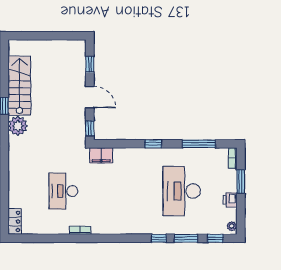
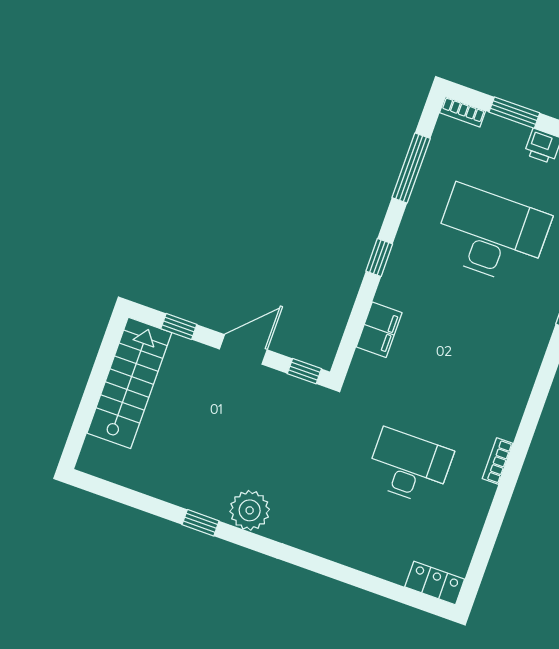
stairs: (19, 86) -> (129, 383), moved, turned 90
filing cabinet: (101, 155) -> (379, 330), moved
desk: (63, 191) -> (409, 467), turned 180
desk: (182, 191) -> (492, 235), turned 180

